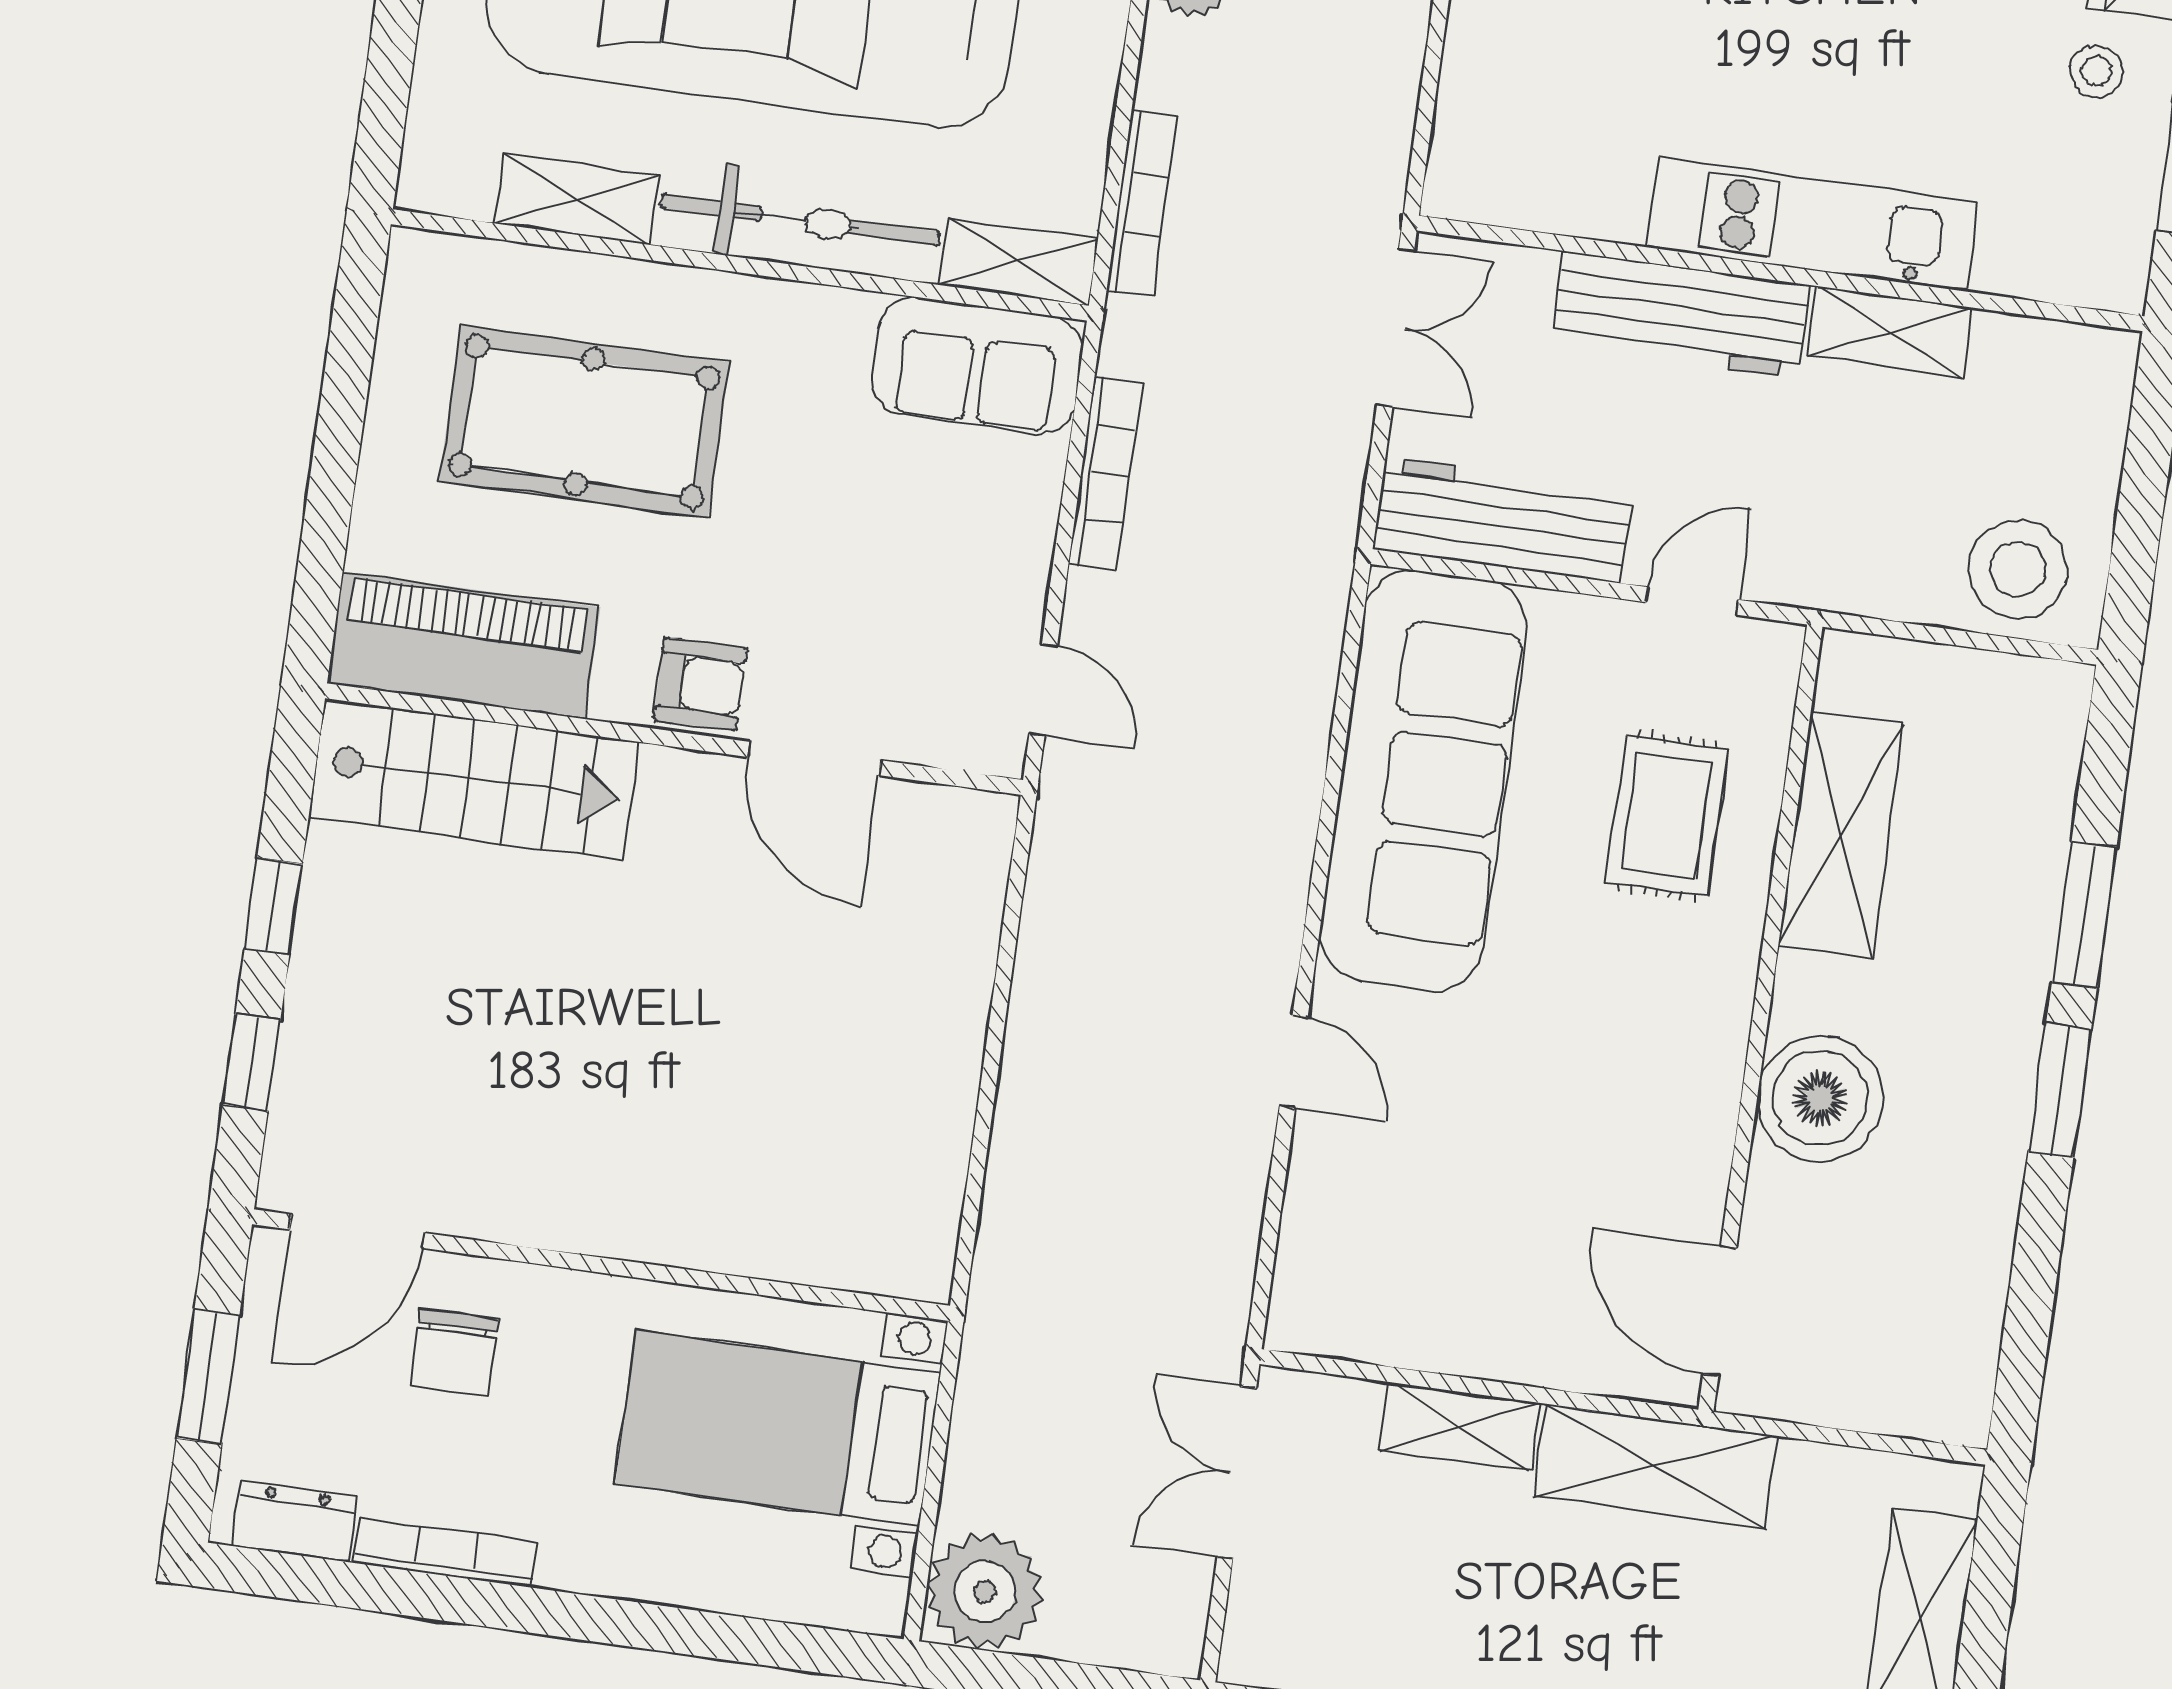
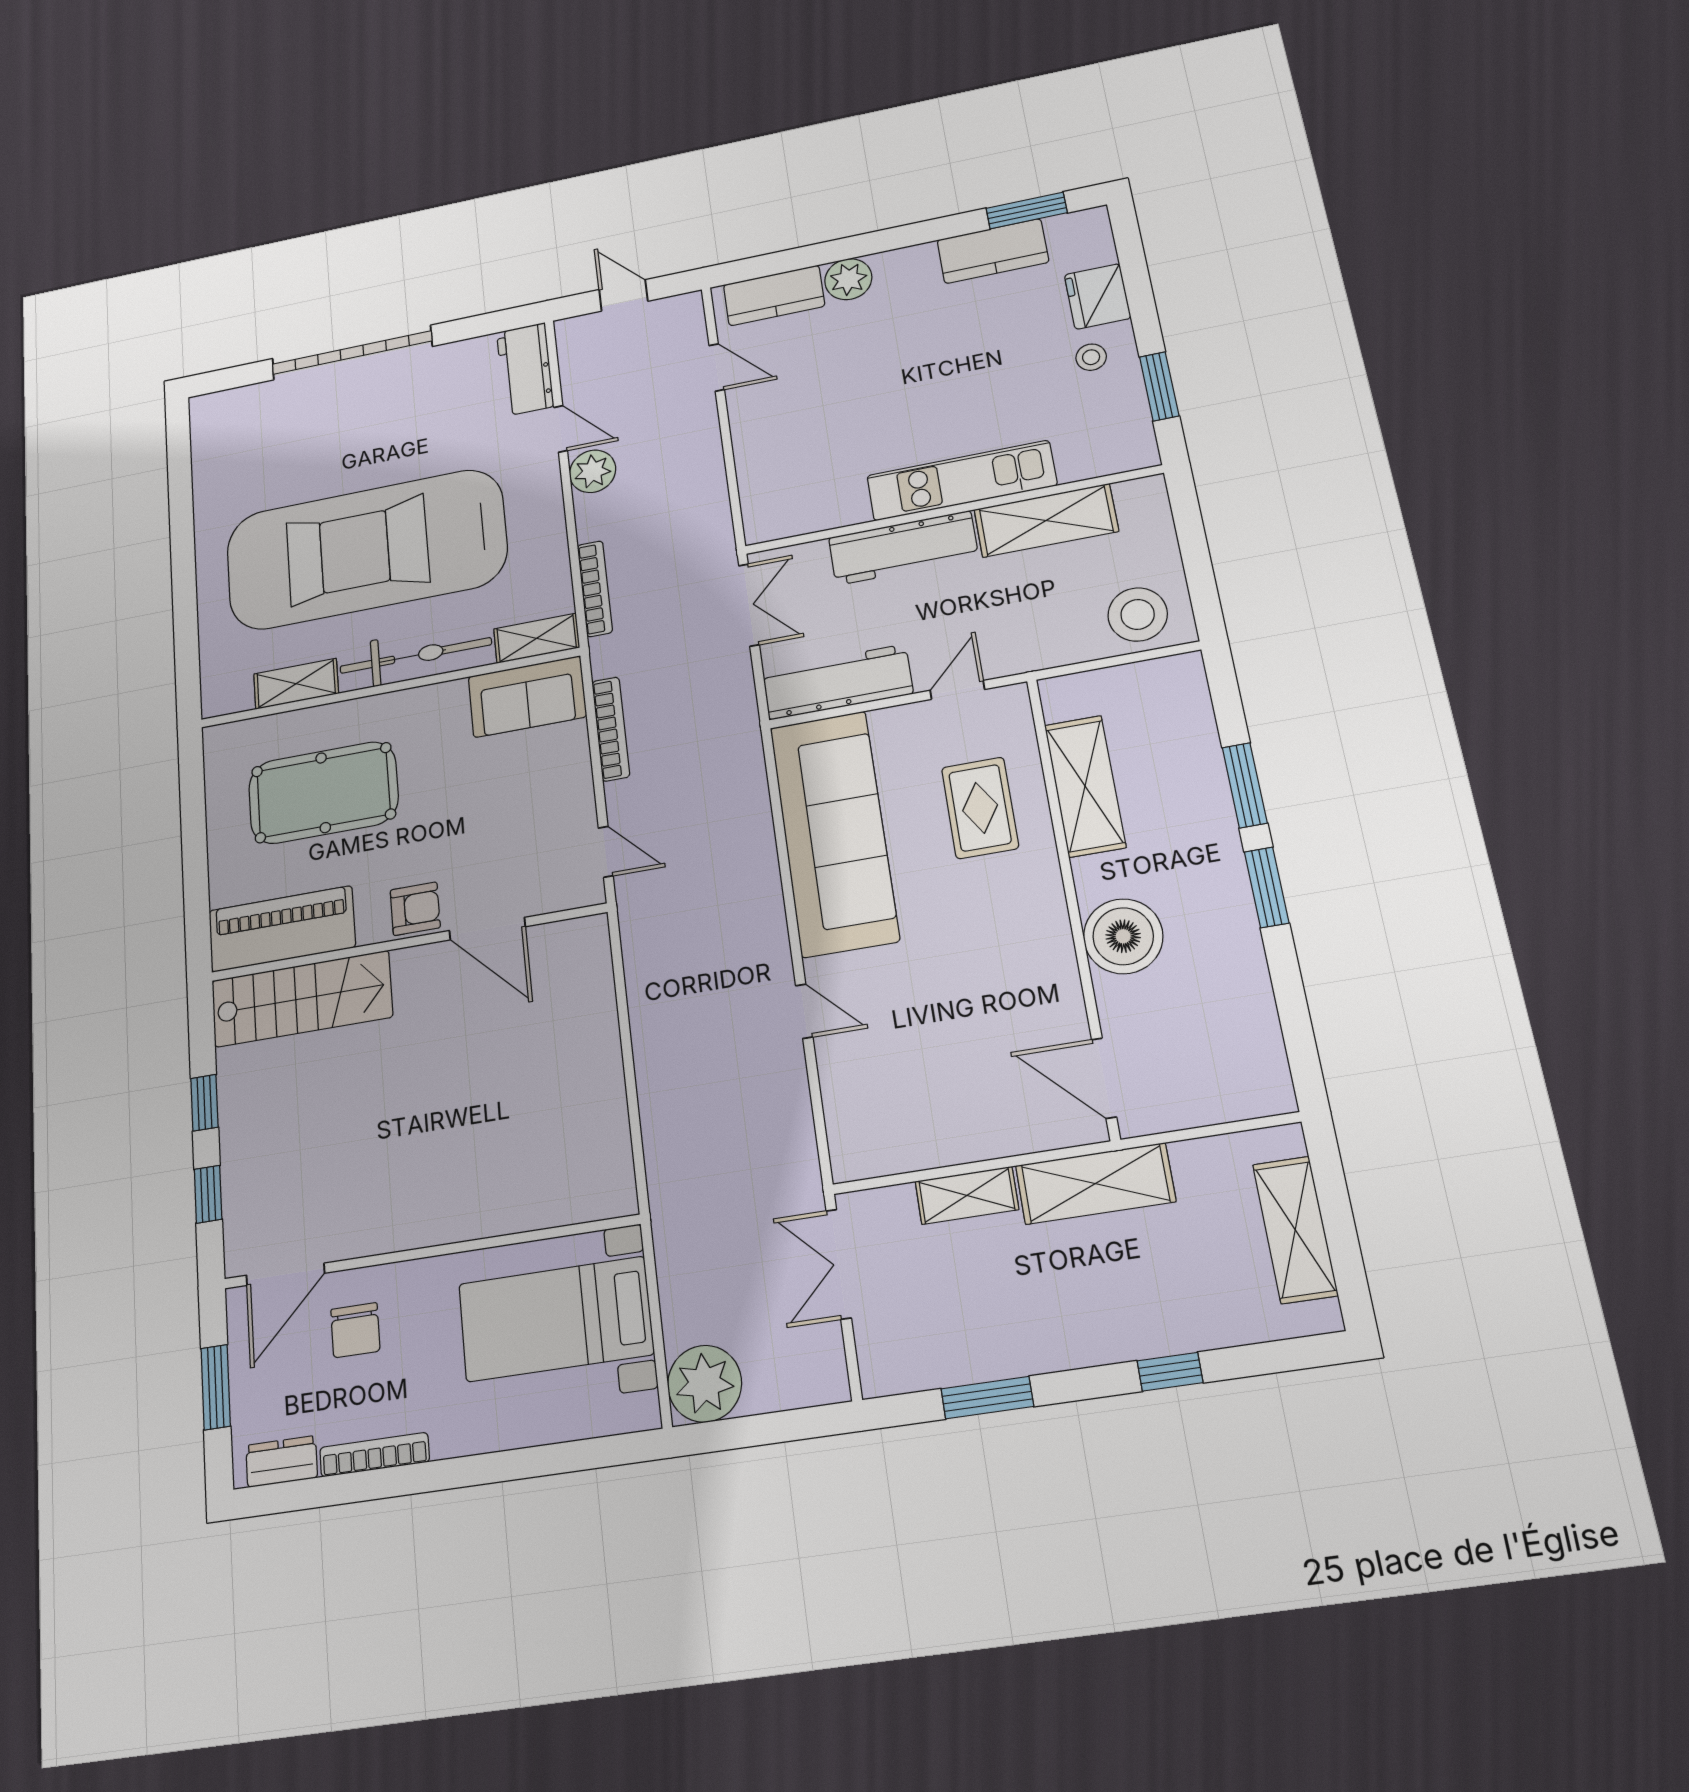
shelving: (1889, 332) -> (1046, 520), width x1.50, depth x1.33

